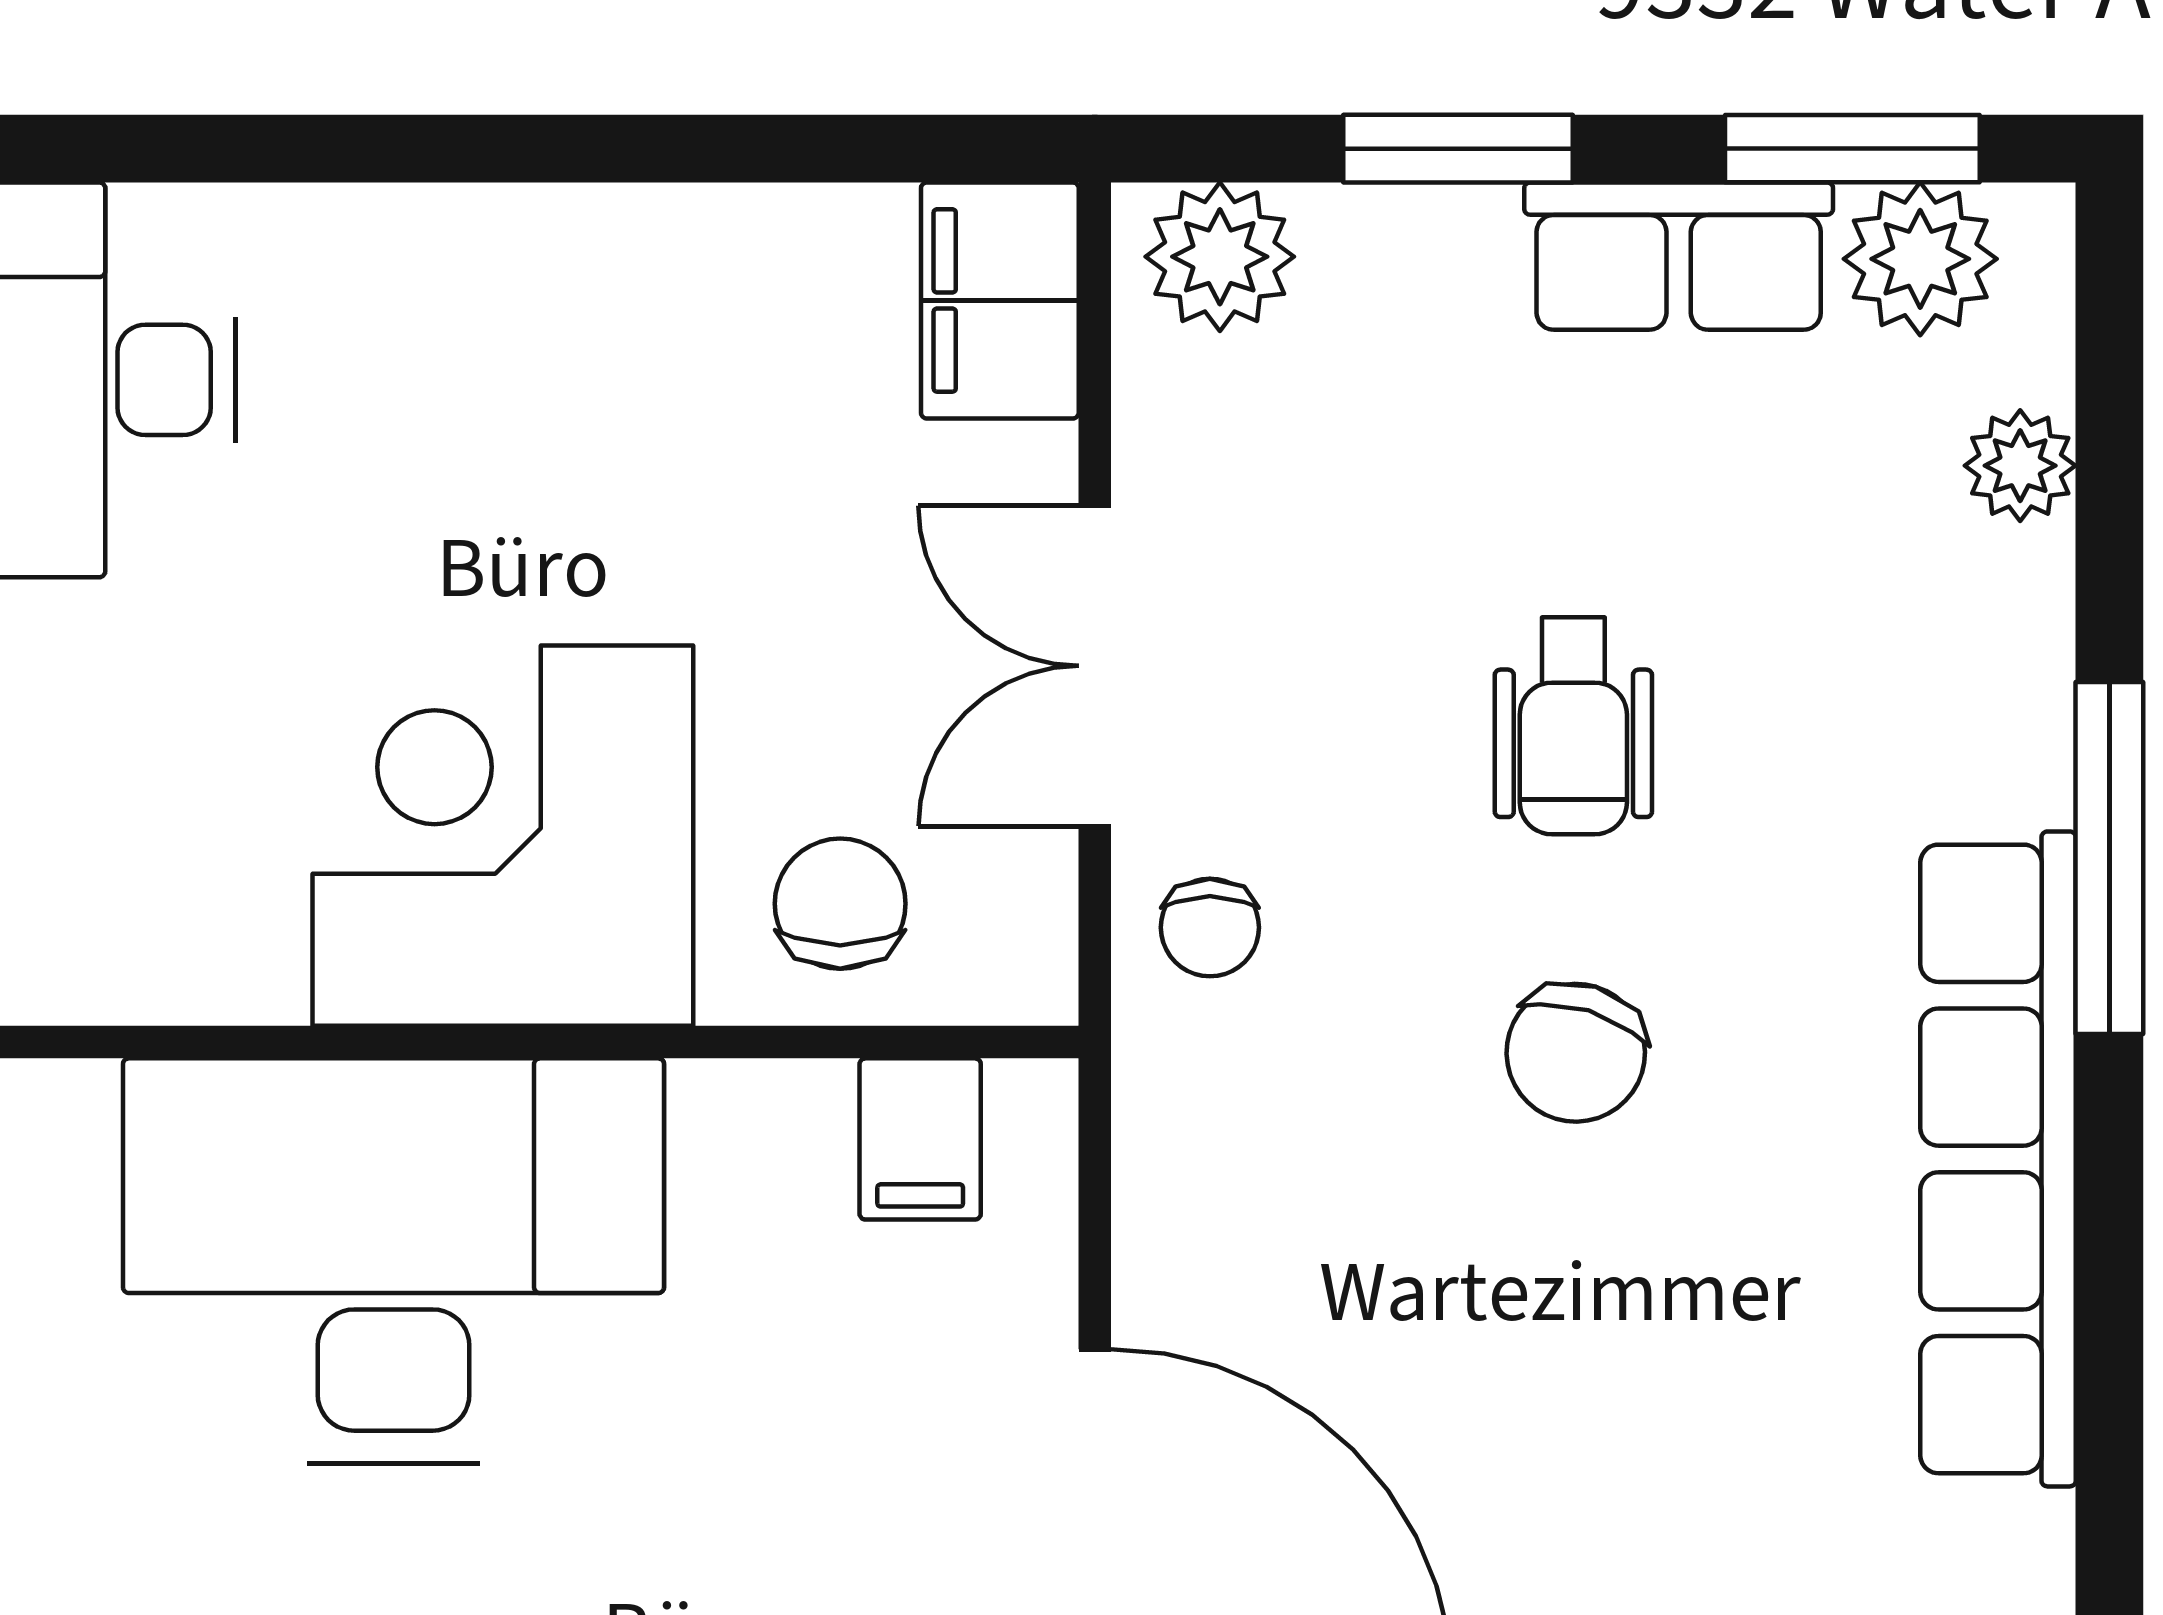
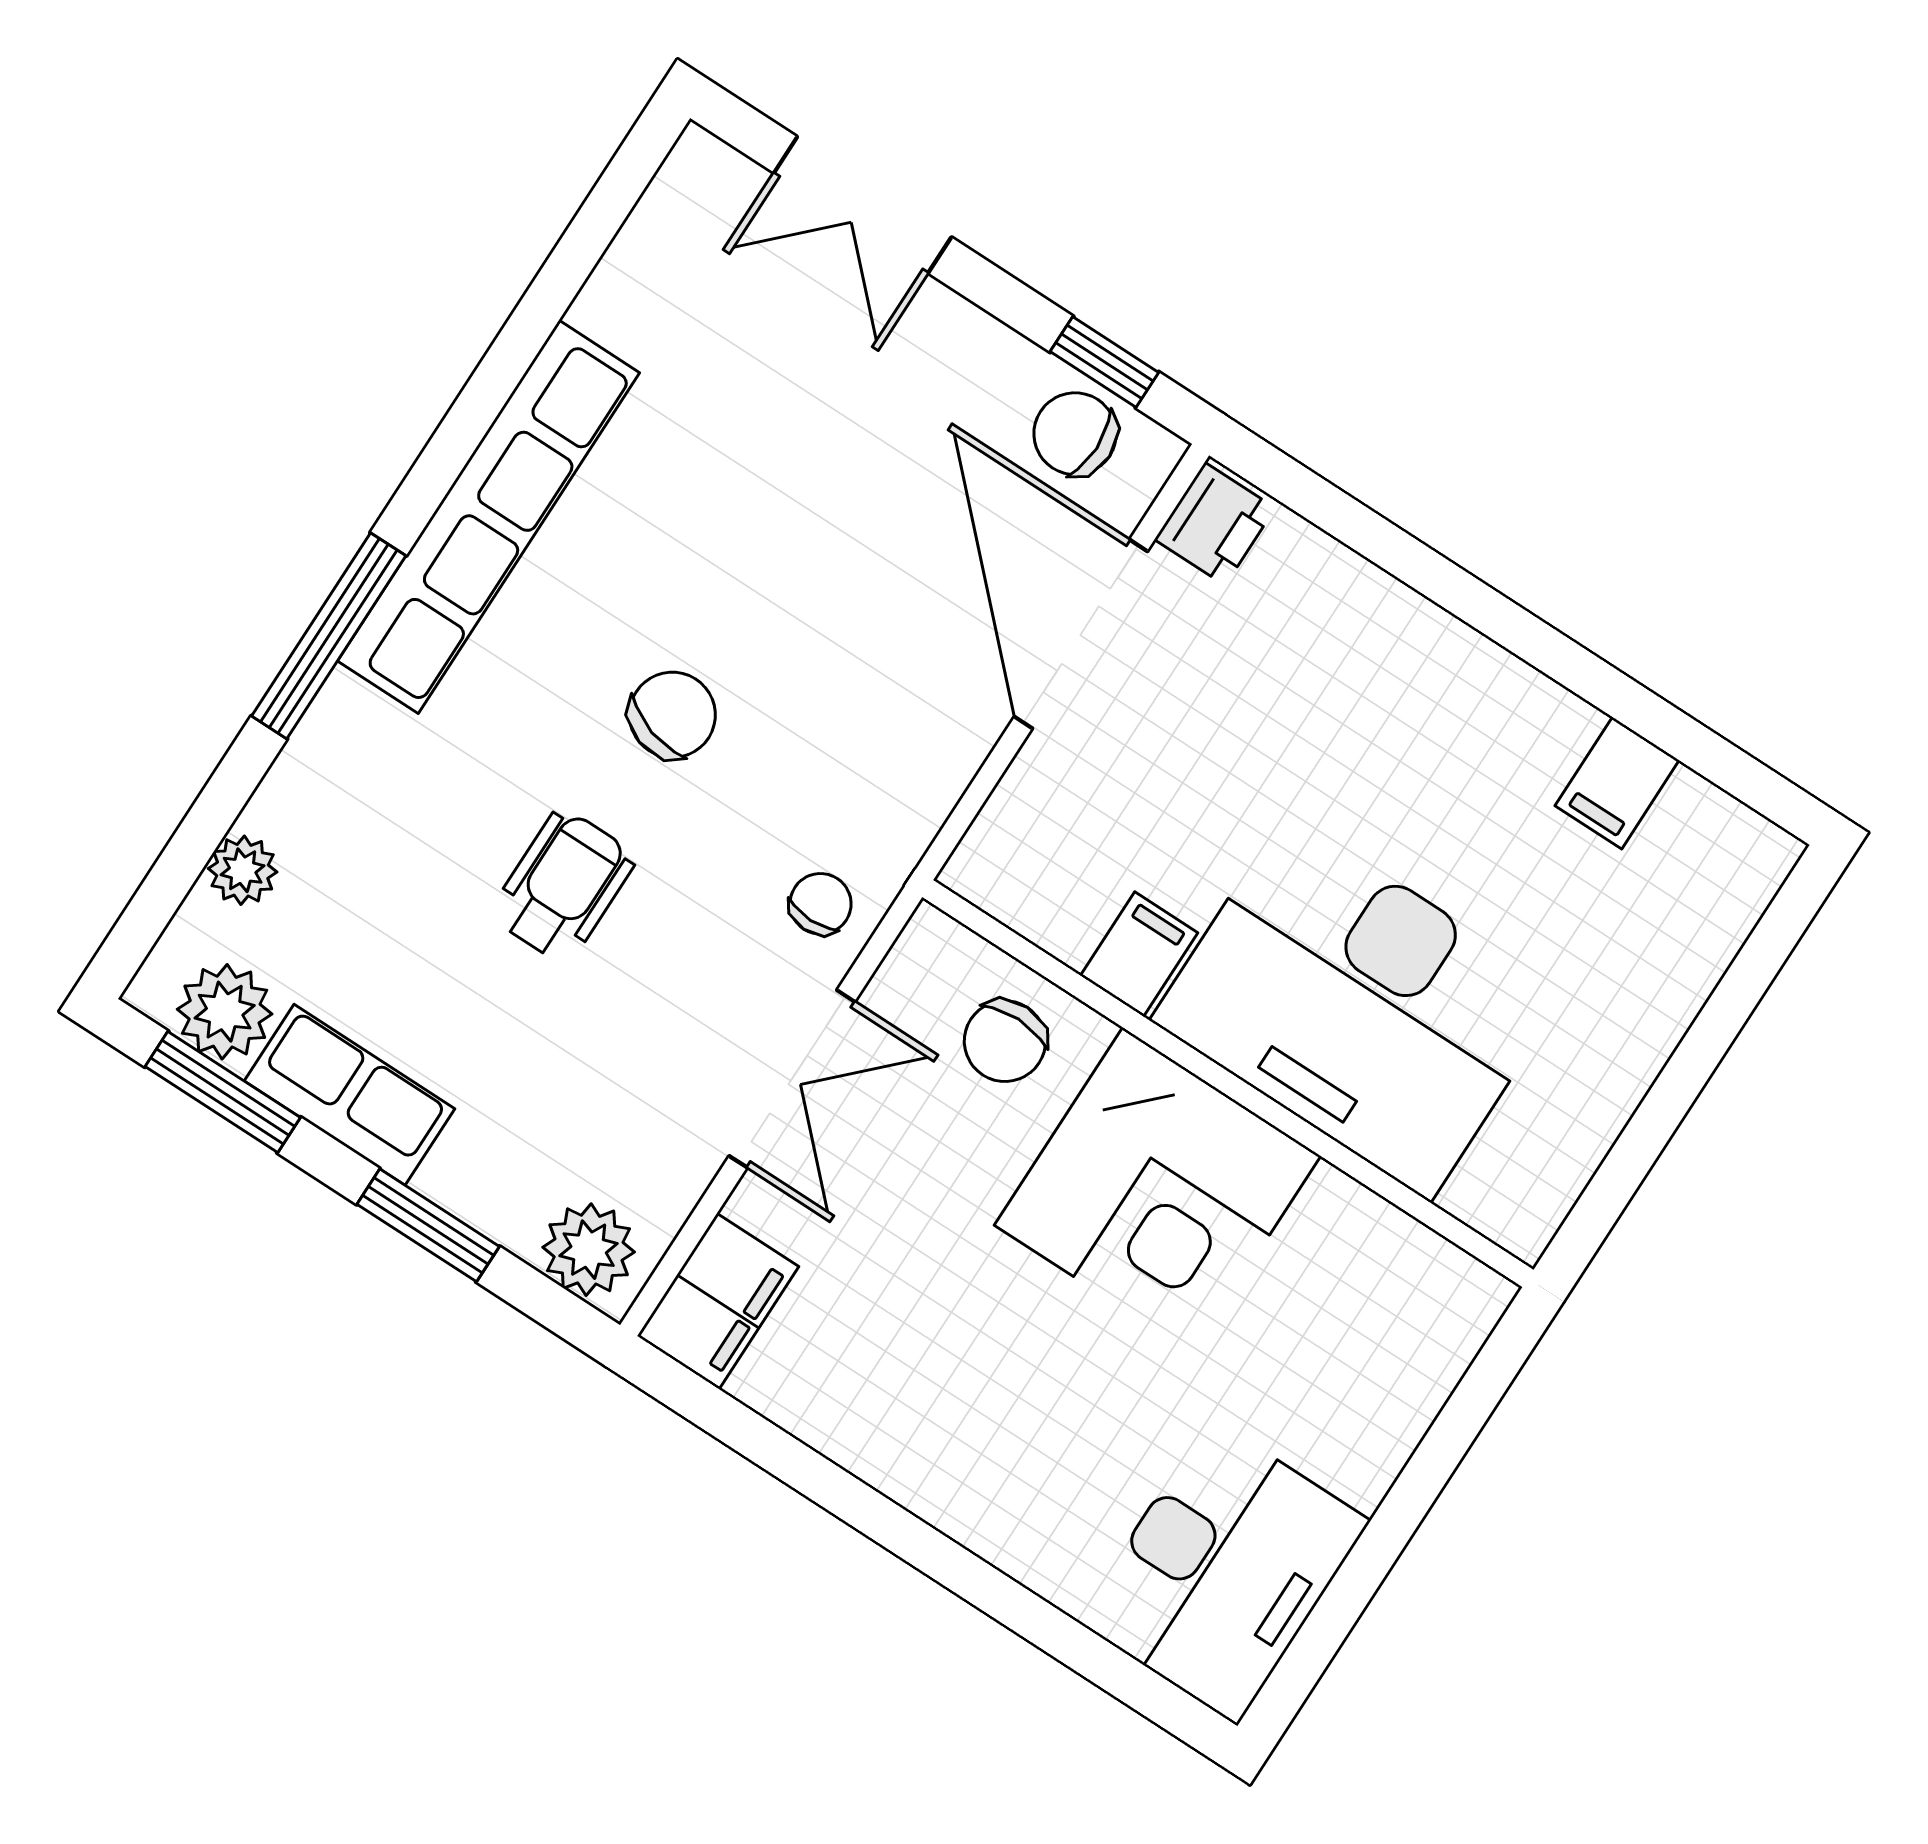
filing cabinet: (920, 1139) -> (1139, 954), moved

